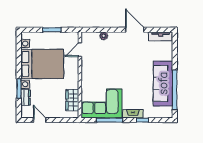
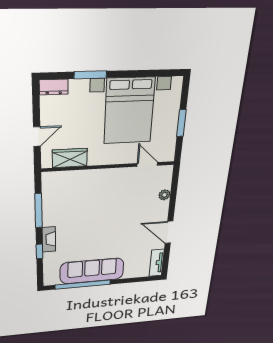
door: (135, 30) -> (169, 232), swing flipped
dresser: (26, 97) -> (54, 87), moved
corner sofa: (102, 103) -> (64, 198), removed
door: (40, 120) -> (37, 137), moved

